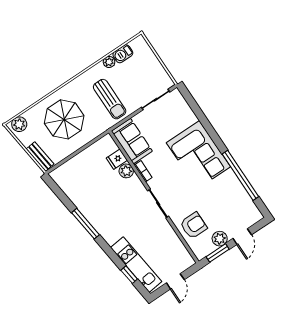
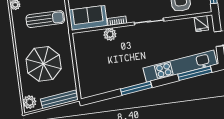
bench: (40, 157) -> (59, 99), width x1.36
fridge: (117, 159) -> (201, 23), moved
kitchen unit: (136, 265) -> (180, 66), width x1.36
window: (129, 275) -> (195, 73), width x2.17

